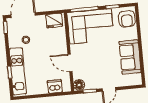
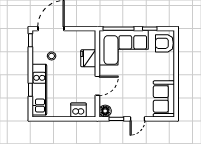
armchair: (127, 19) -> (164, 43), turned 90
fridge: (54, 21) -> (88, 58), moved, turned 90
sofa: (130, 57) -> (164, 99), moved
door: (70, 63) -> (97, 86), swing flipped

